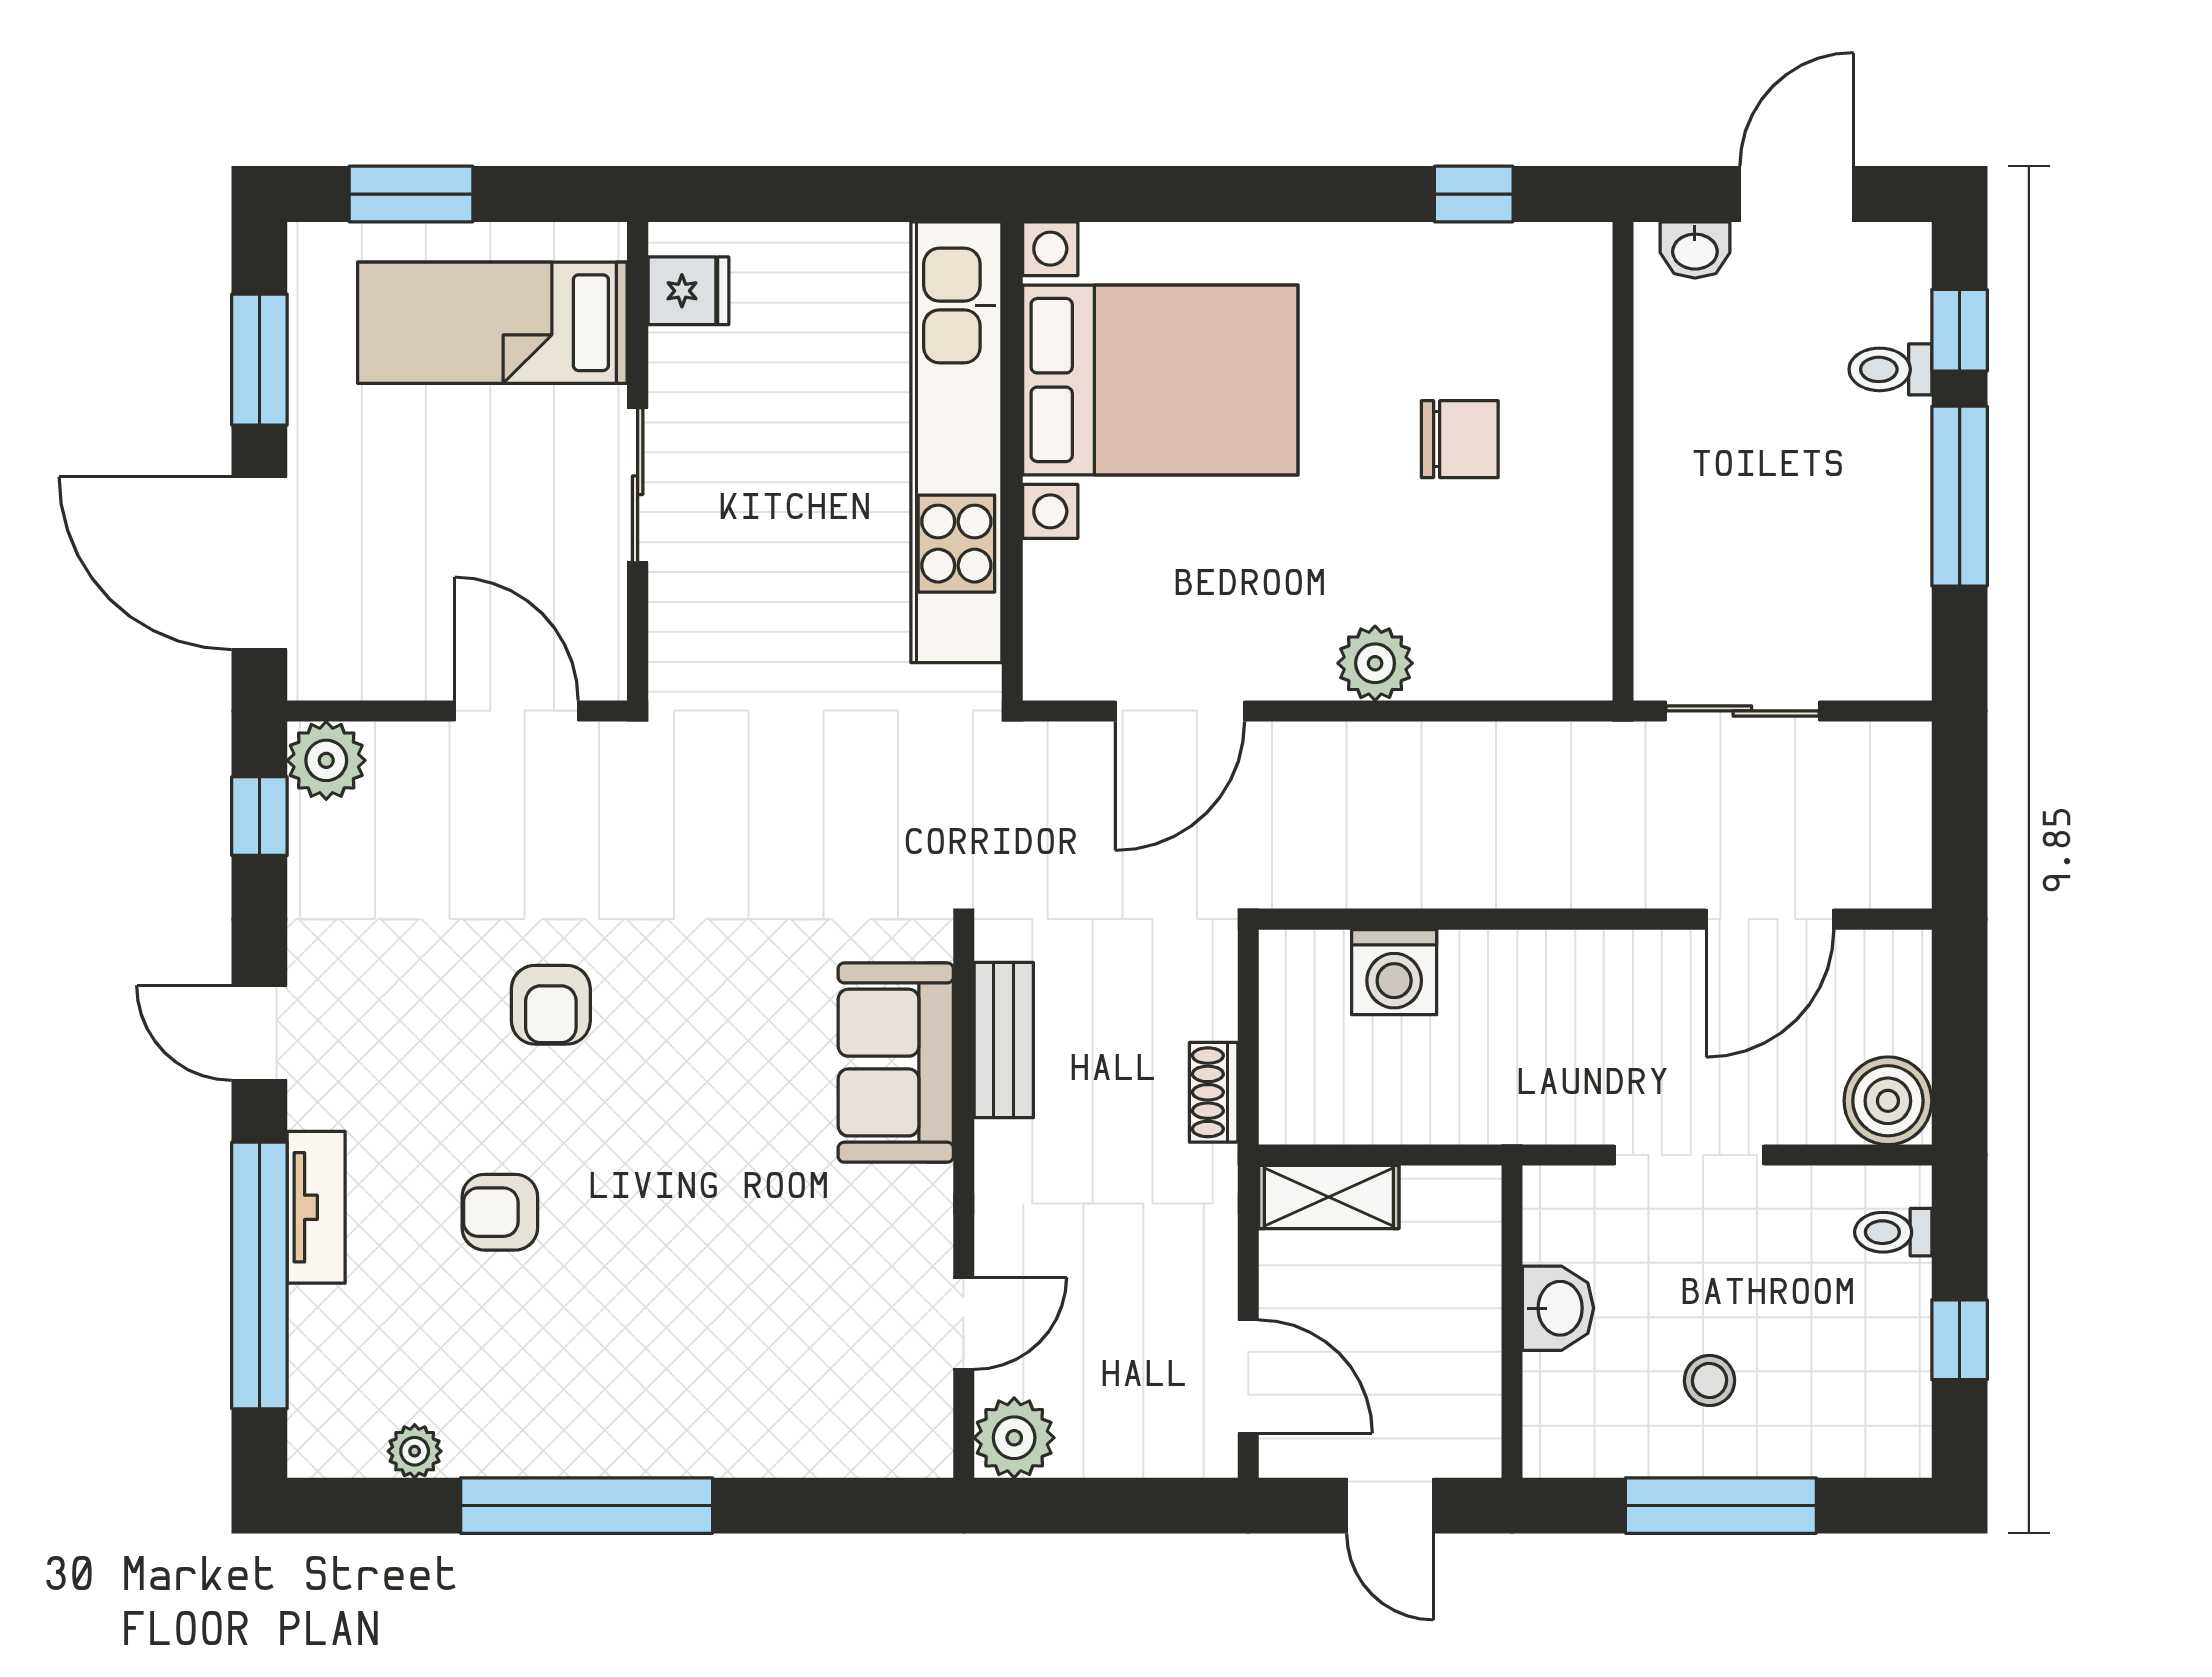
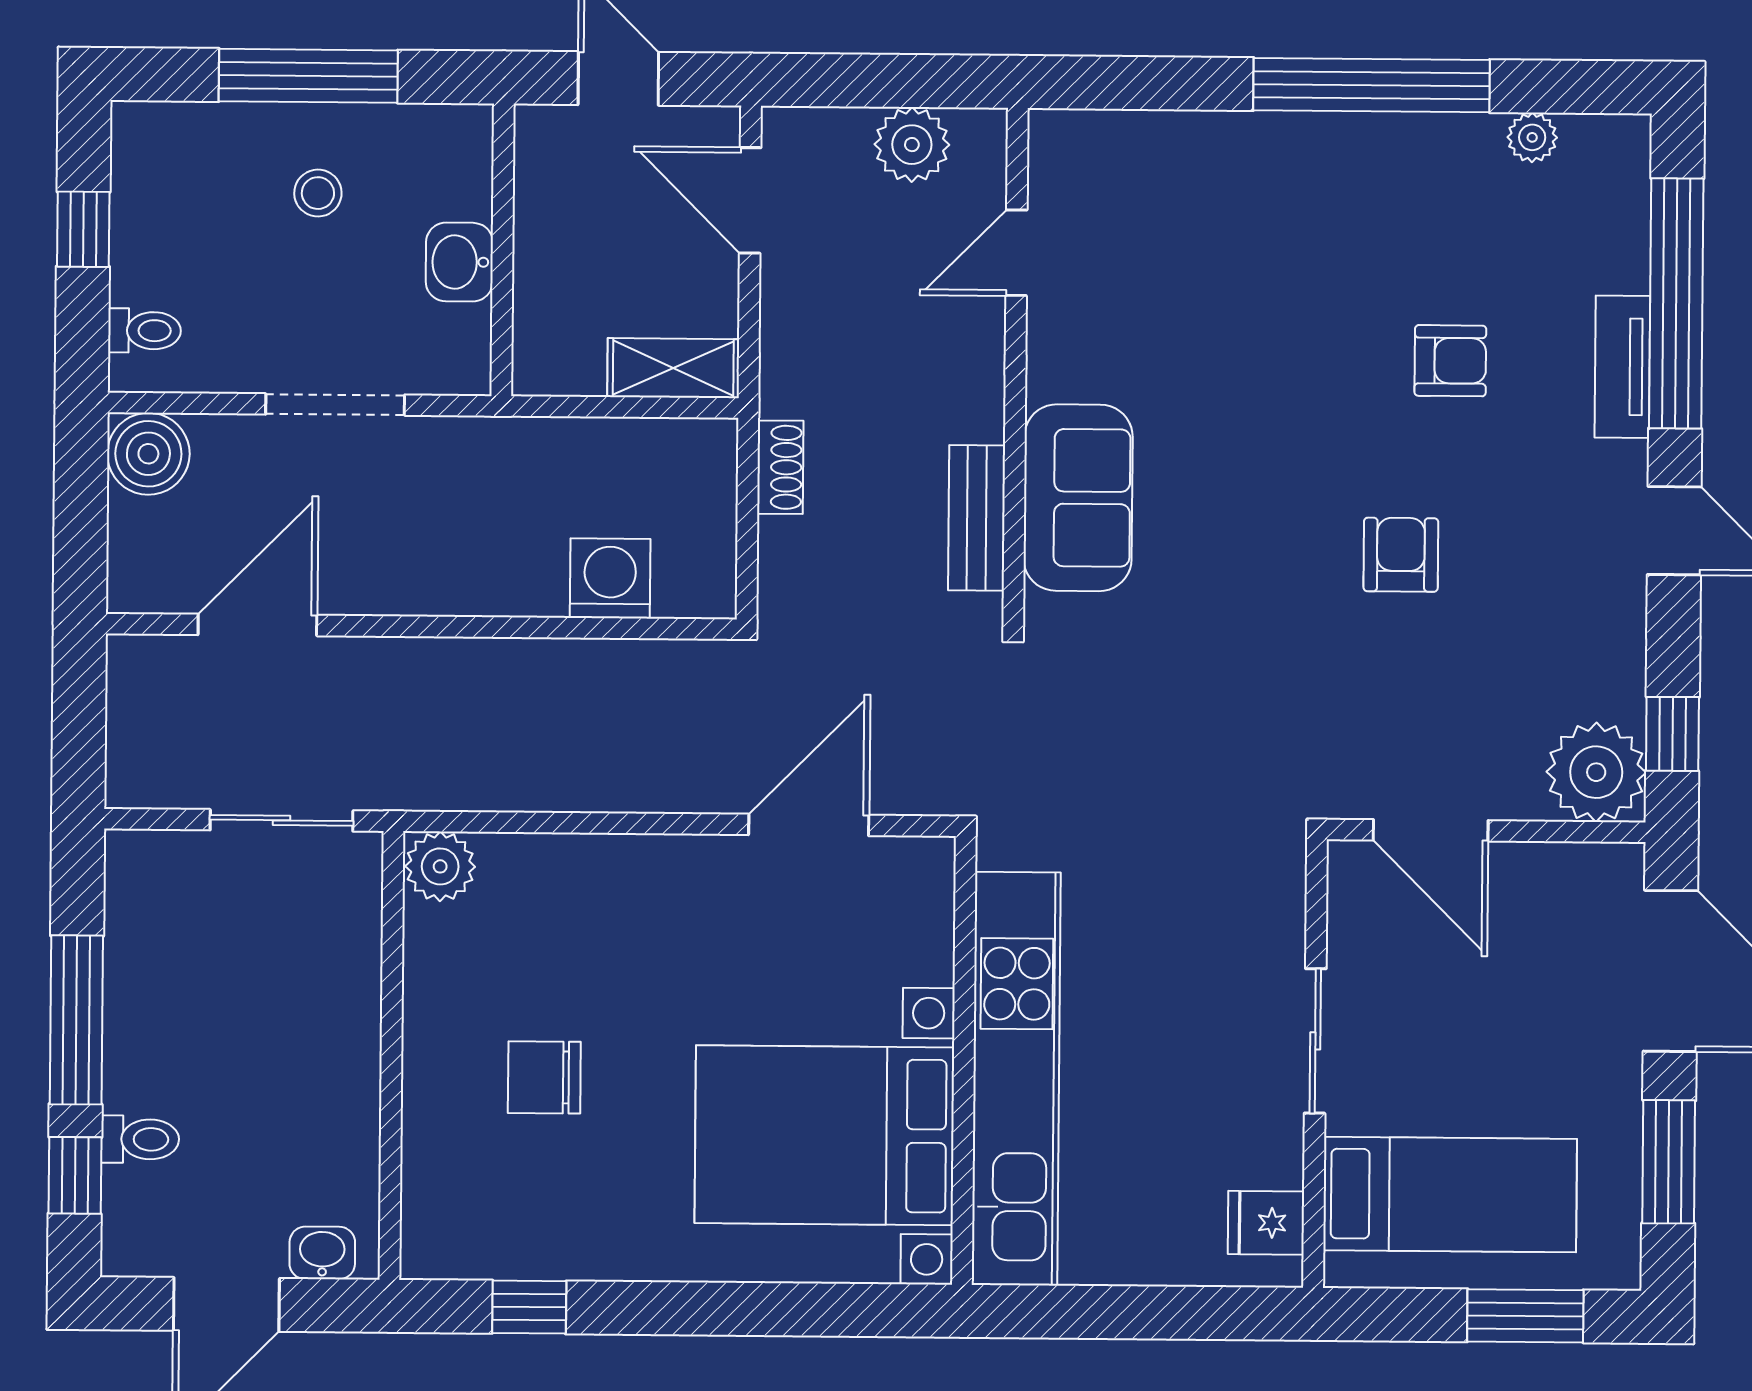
plant: (1375, 663) -> (440, 866), moved
plant: (326, 760) -> (1596, 772), width x1.36, depth x1.36
plant: (1014, 1438) -> (912, 145), moved

